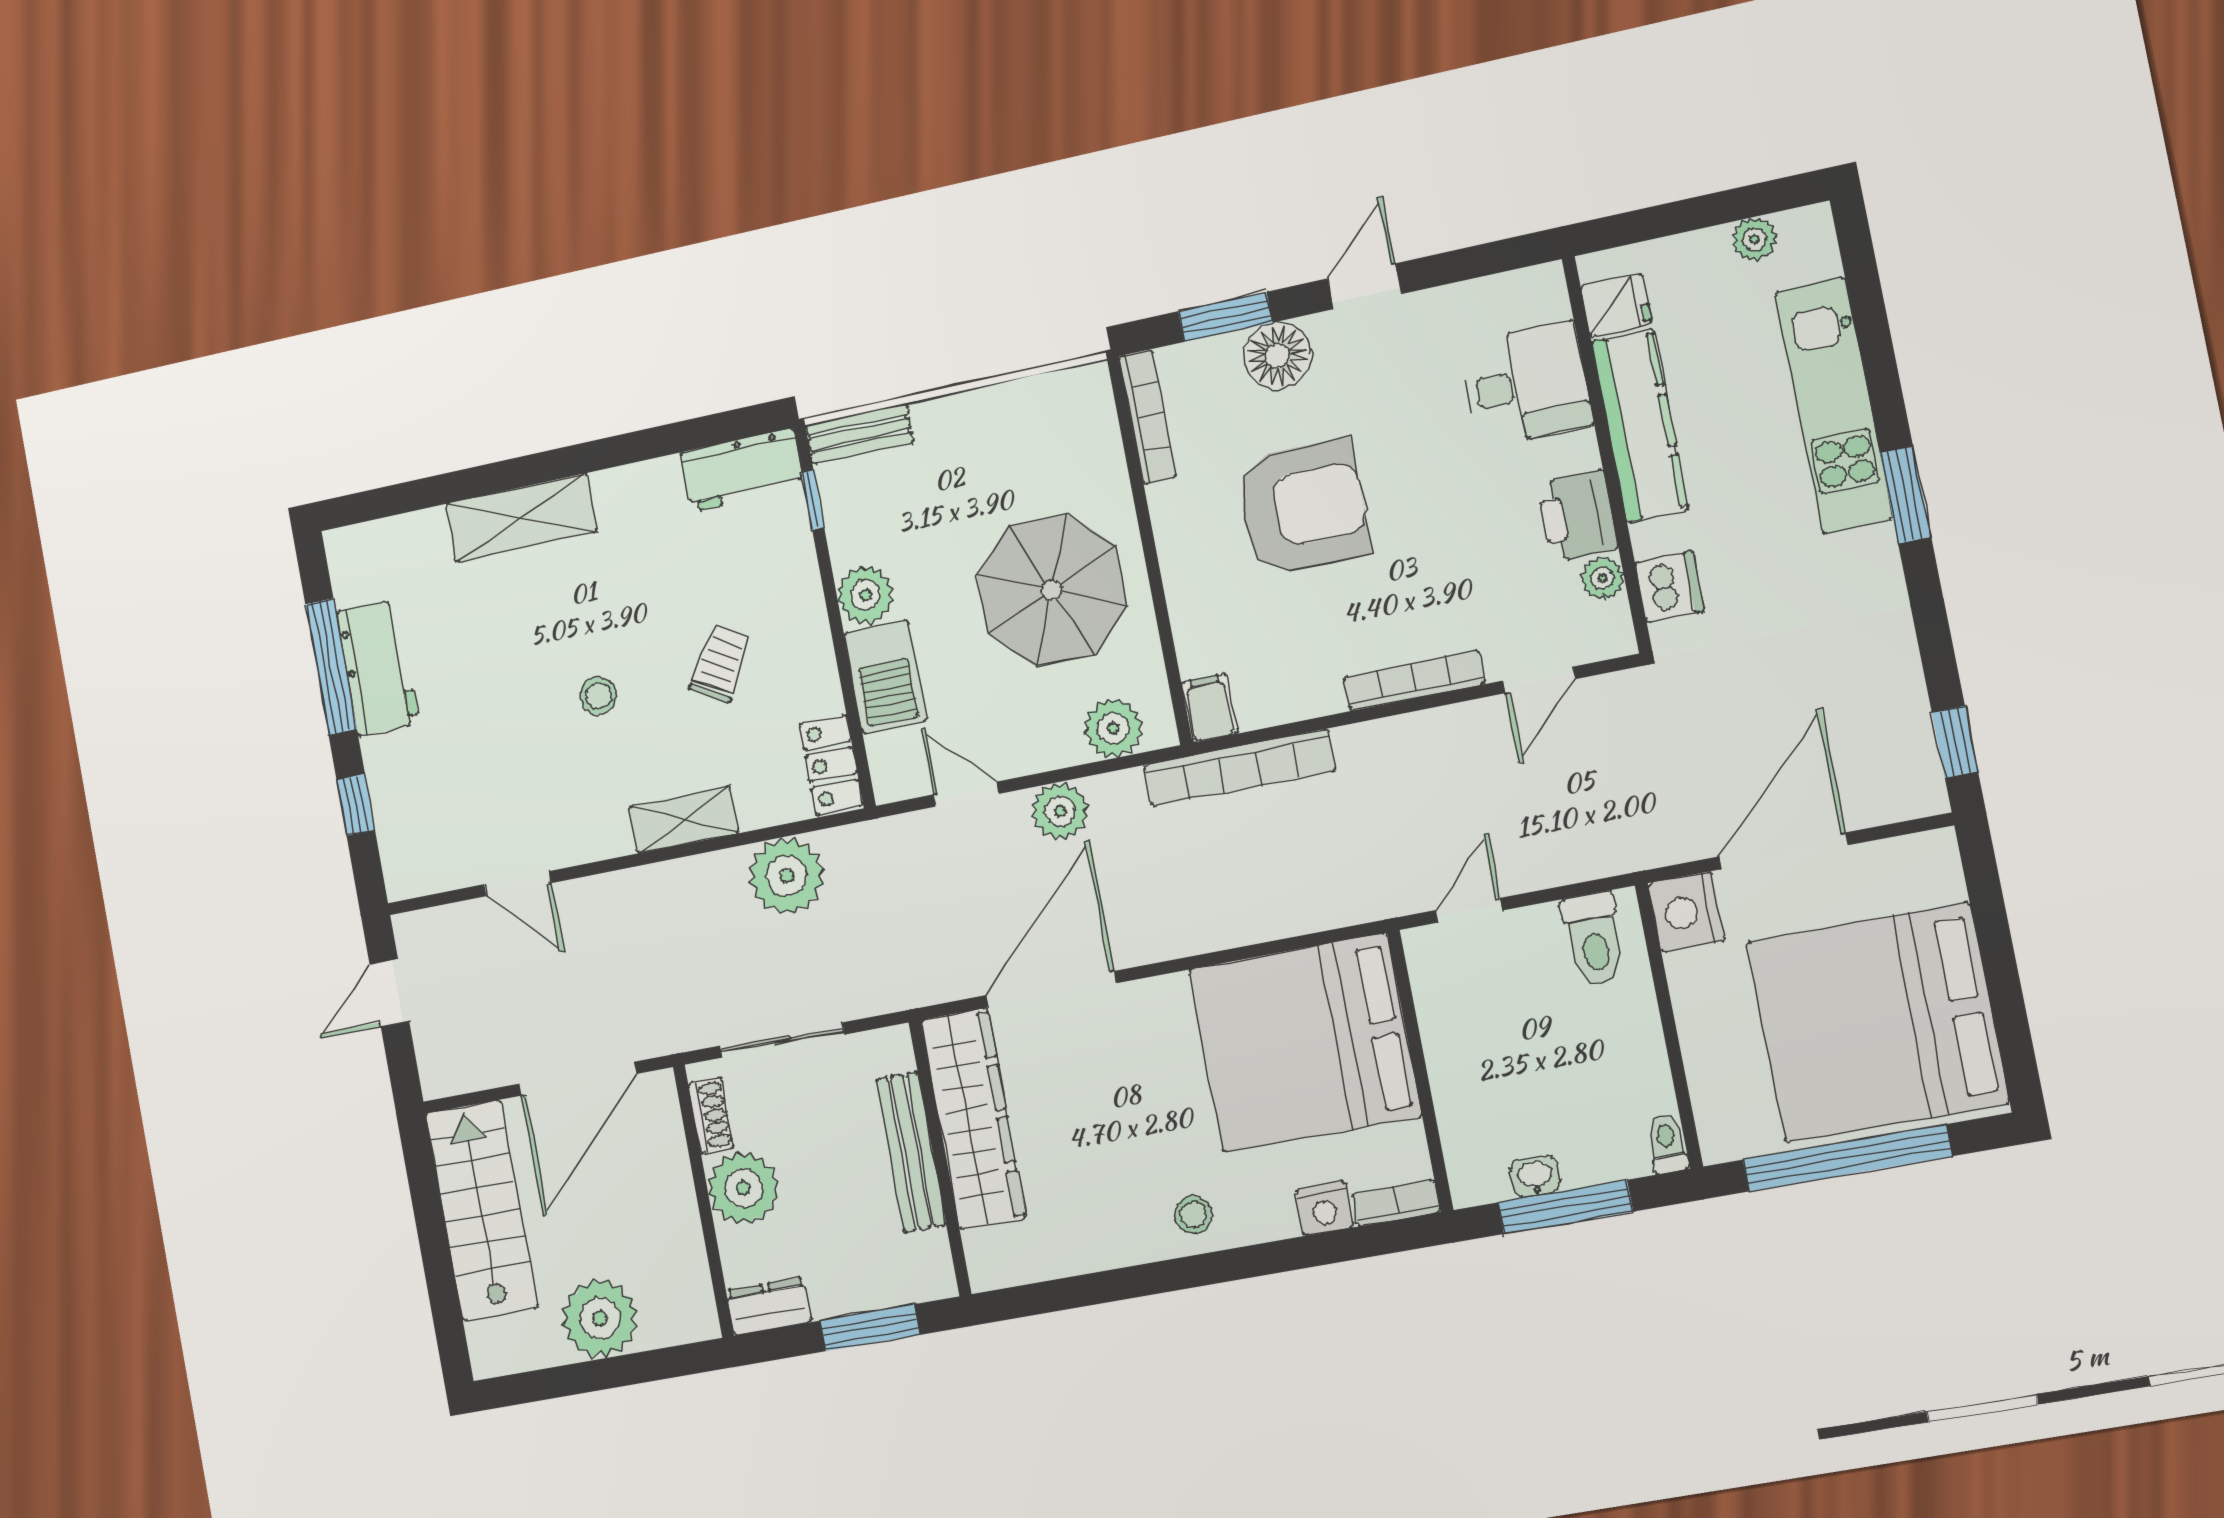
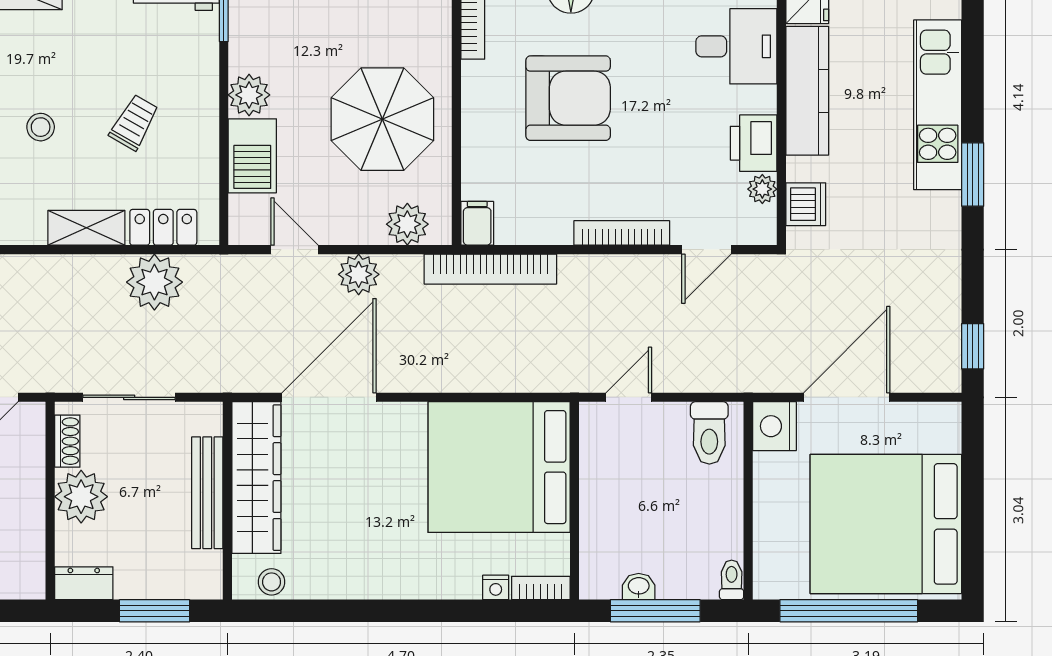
locker: (831, 765) -> (163, 227), moved, turned 90
nightstand: (1324, 1208) -> (496, 587), width x0.72, depth x0.74
stool: (1194, 1215) -> (272, 582), moved

